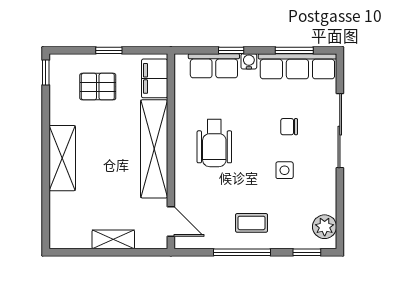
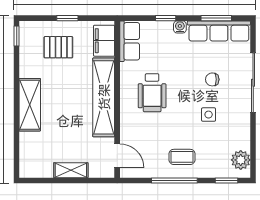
row of seats: (214, 66) -> (130, 41), moved, turned -90

